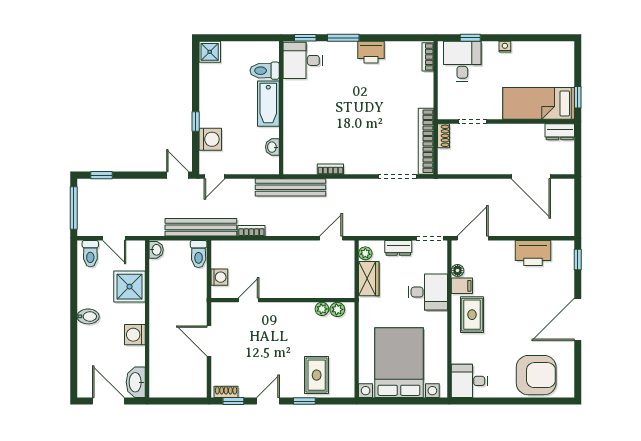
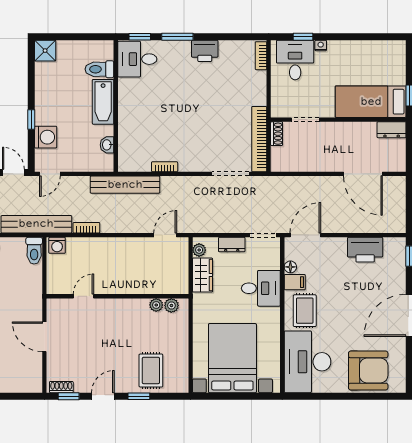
nightstand: (505, 47) -> (321, 45), moved
washing machine: (219, 277) -> (57, 245), moved, turned 90
desk: (469, 381) -> (308, 362), width x1.87, depth x1.30

